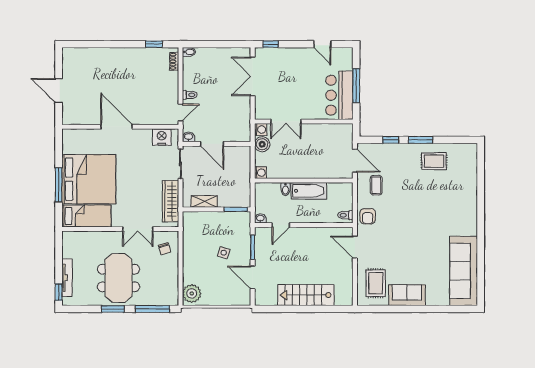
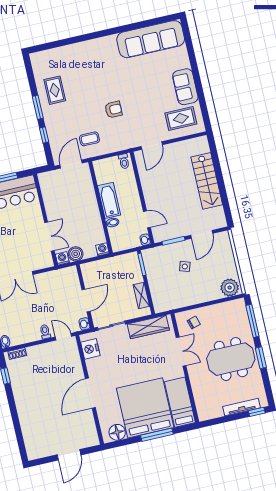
floor lamp: (70, 145) -> (117, 432), added
armchair: (368, 216) -> (113, 110), moved

